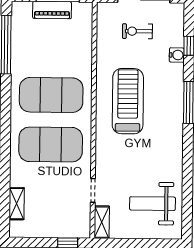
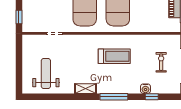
treadmill: (128, 101) -> (114, 56), width x0.73, depth x0.73
shelving: (102, 222) -> (86, 89), moved

